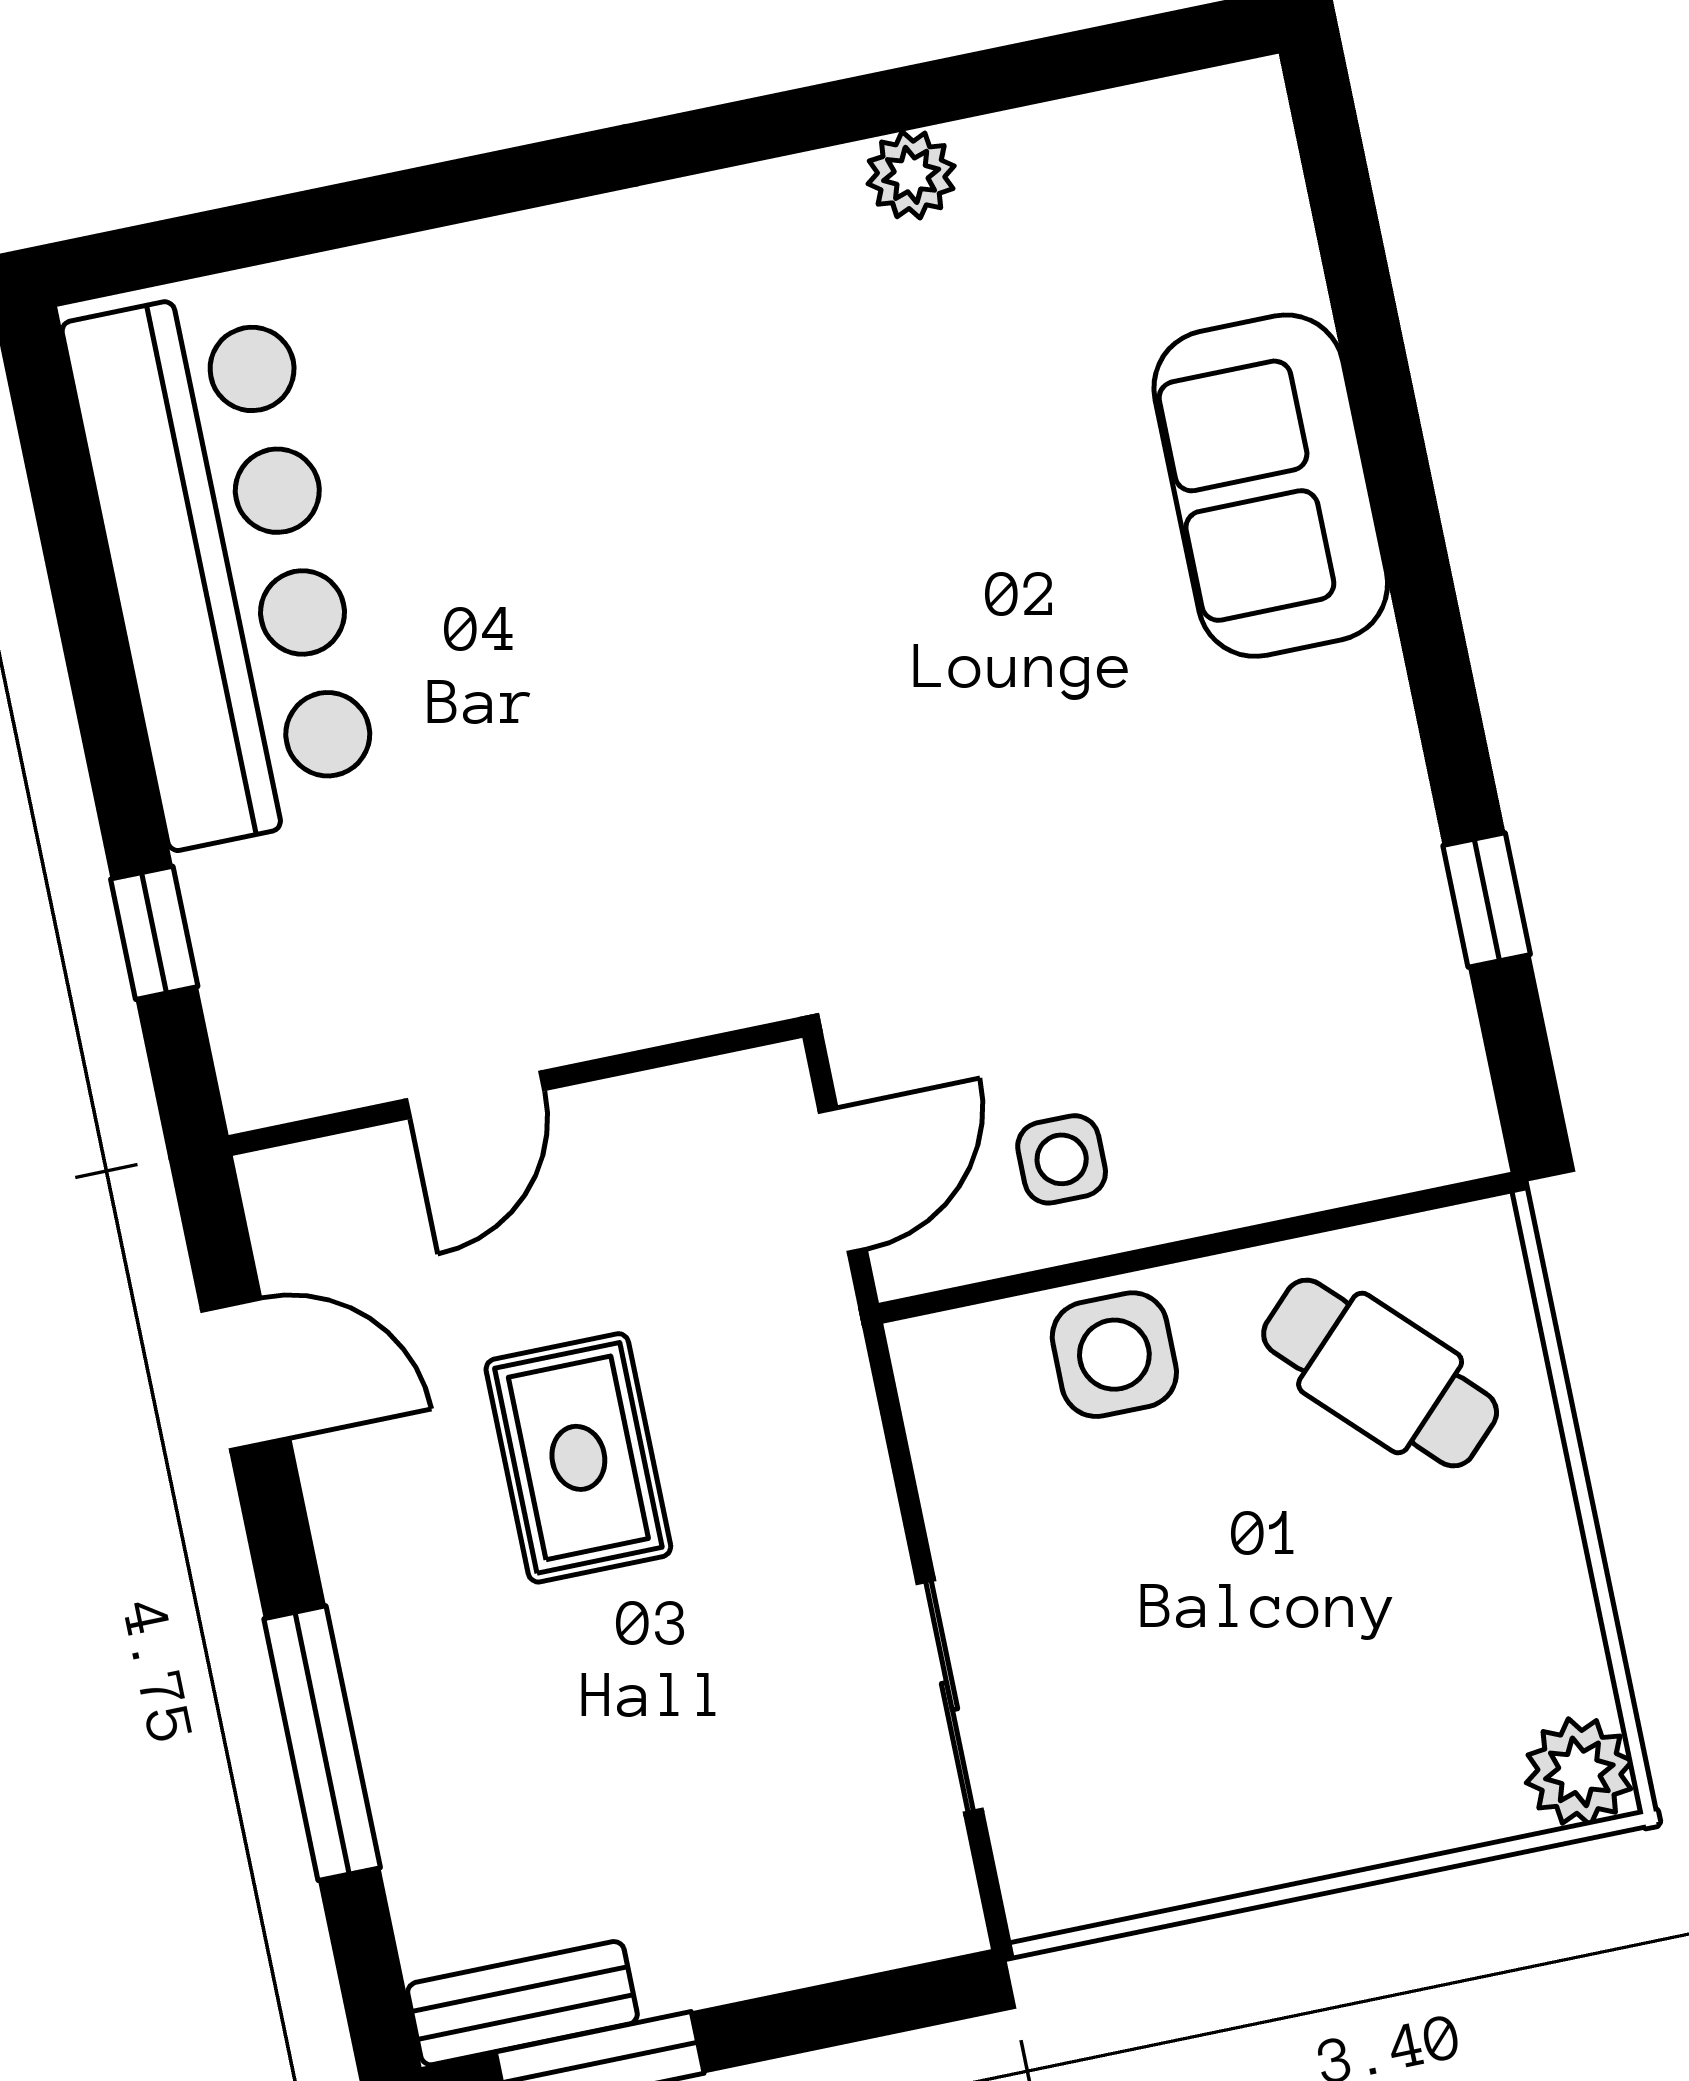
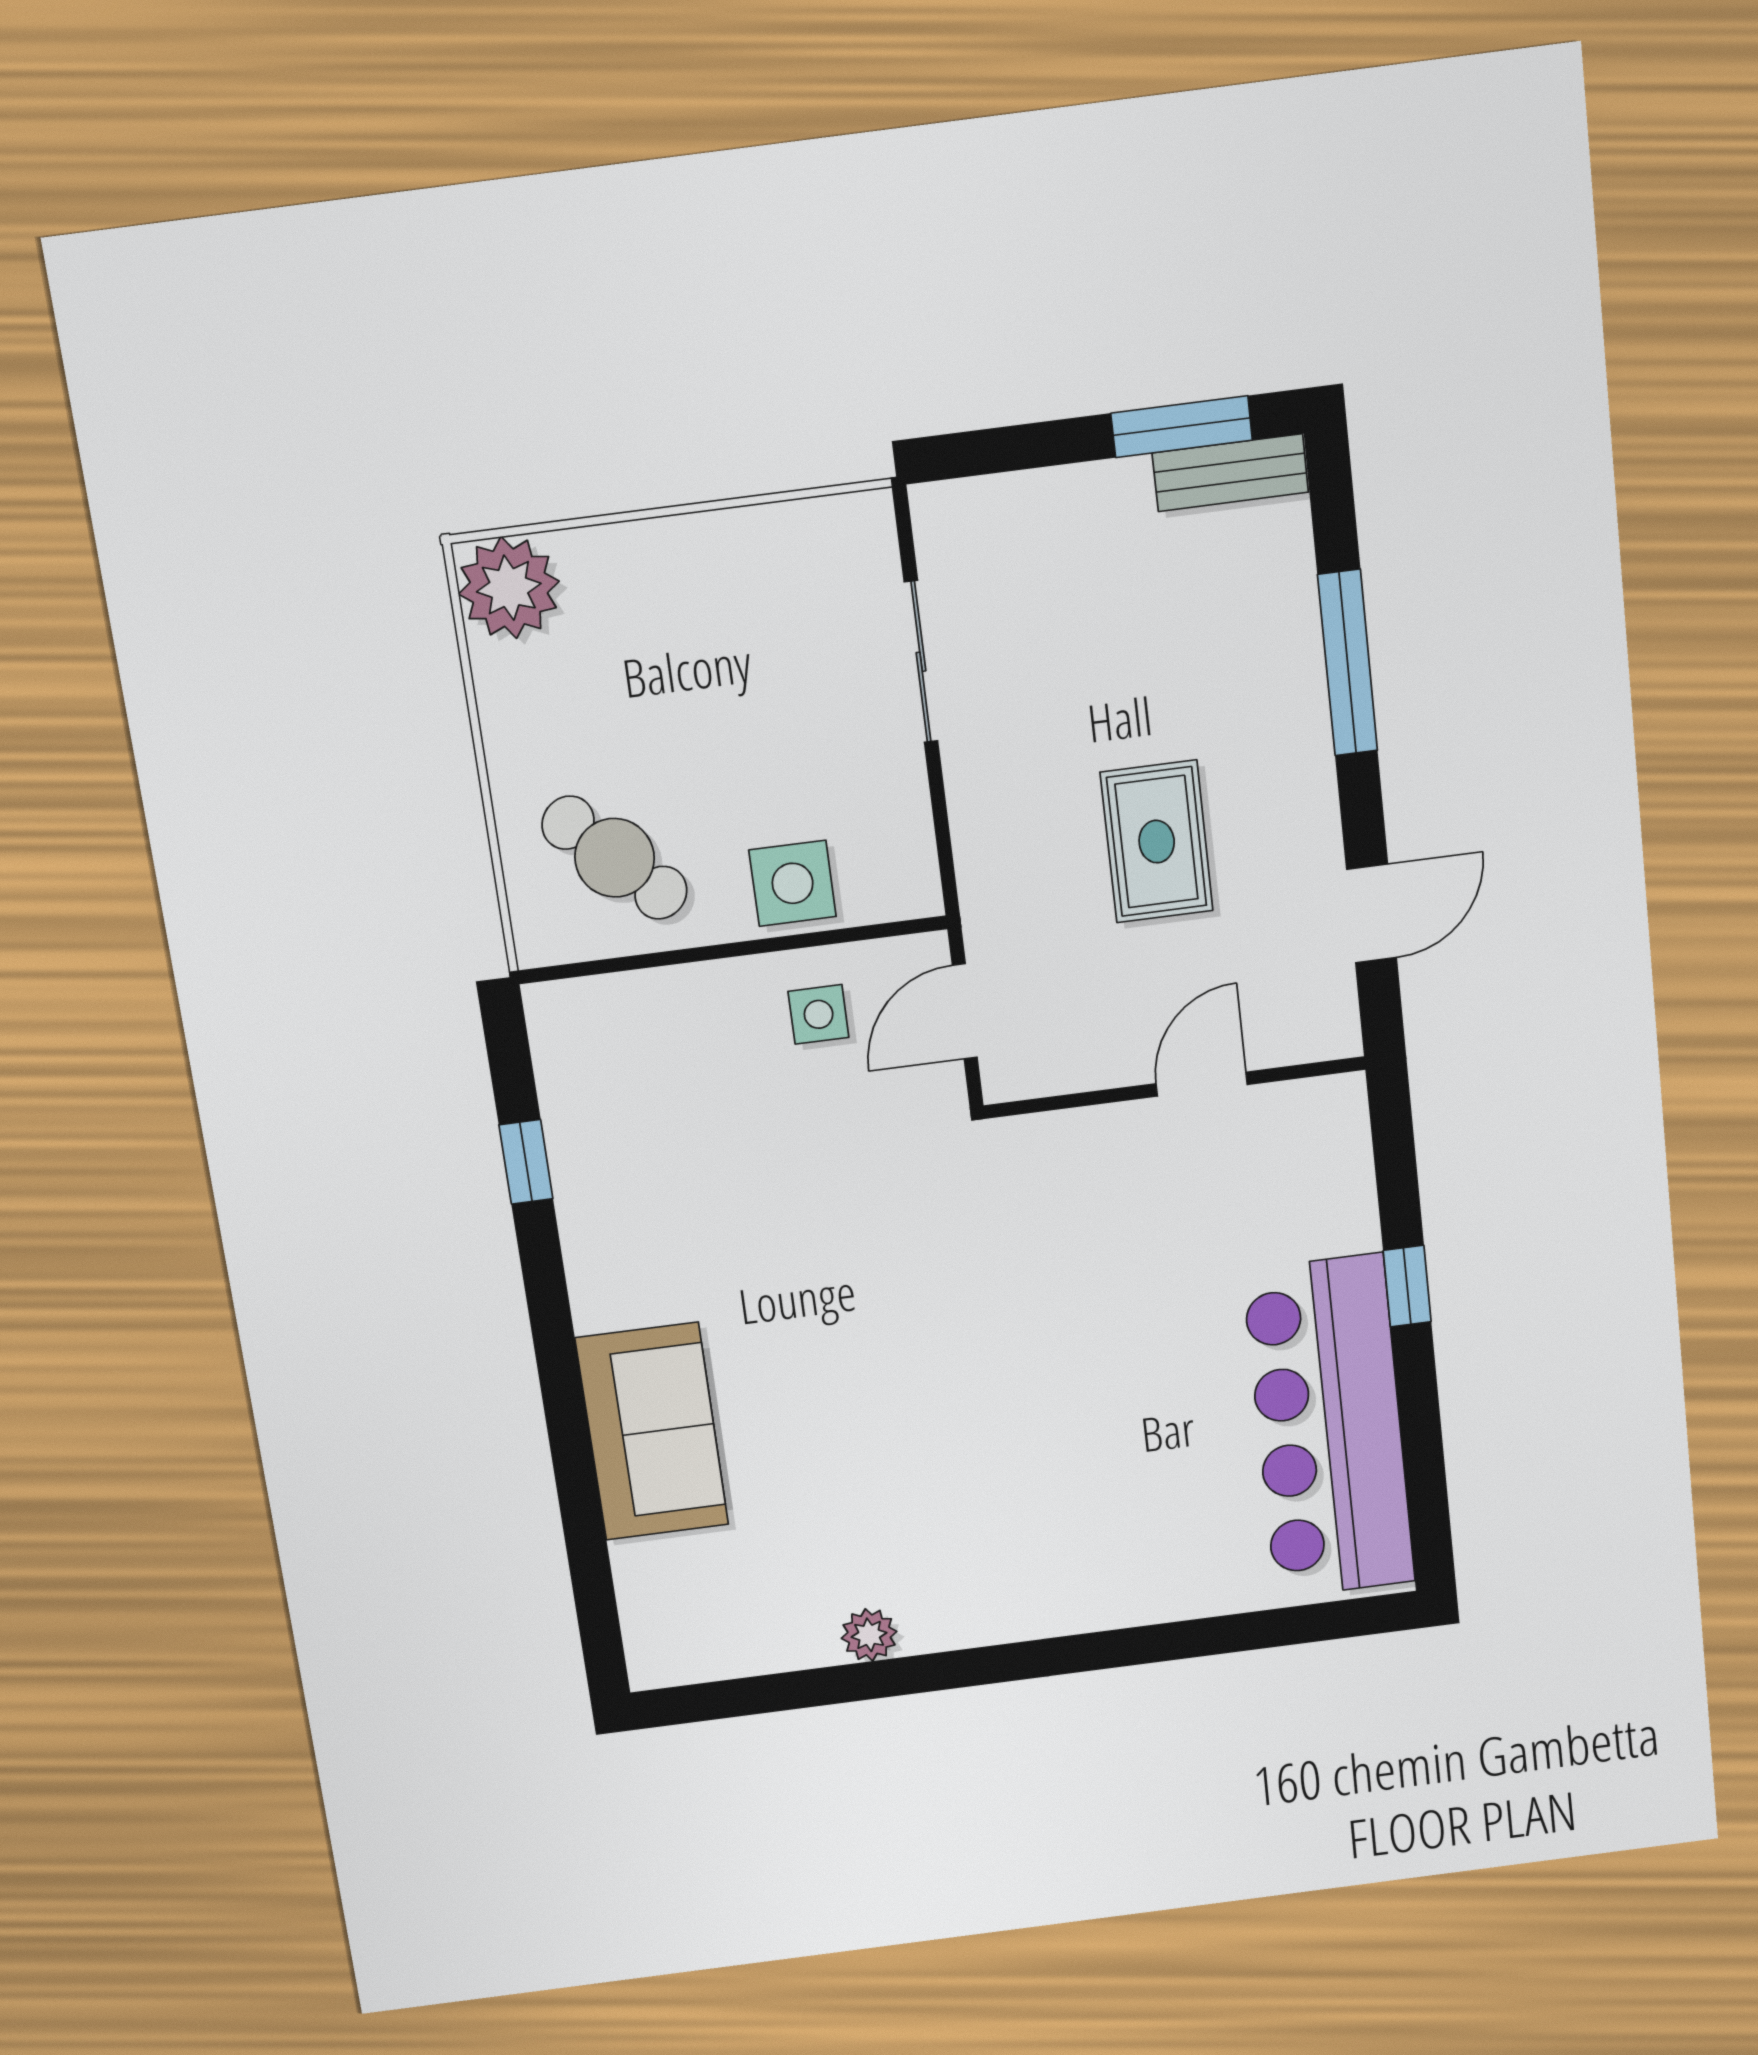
window: (154, 933) -> (1407, 1286), moved
door: (246, 1374) -> (1372, 913), swing flipped
plant: (1579, 1772) -> (509, 588), width x1.36, depth x1.36

